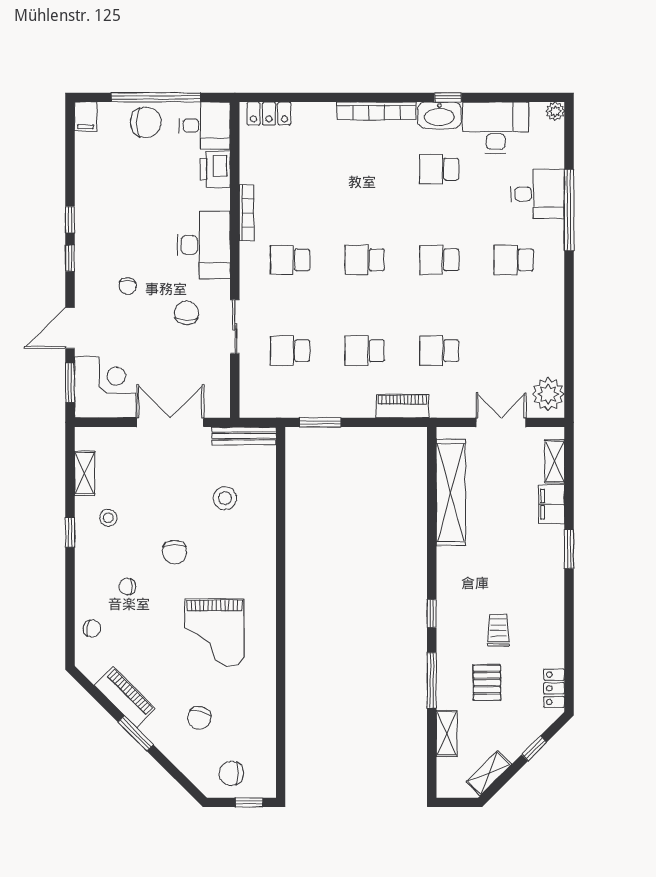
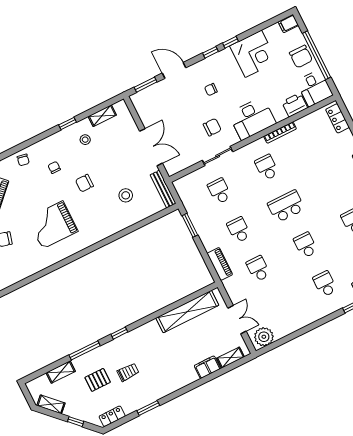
school desk: (365, 260) -> (286, 206), width x1.85
corner desk: (105, 387) -> (253, 54), moved
window: (569, 549) -> (148, 408), moved

